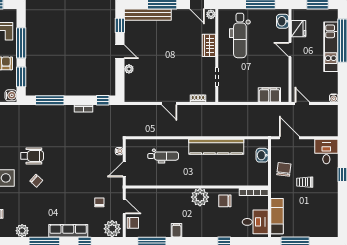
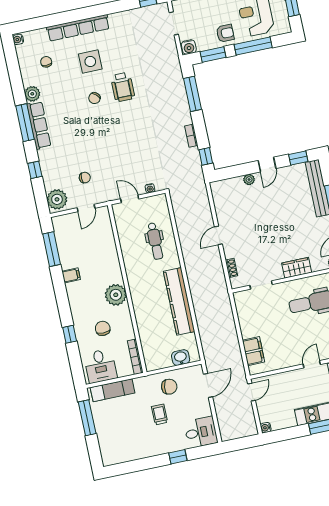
chair: (225, 201) -> (103, 328), moved
chair: (133, 223) -> (69, 222), removed
row of seats: (68, 231) -> (39, 125), moved

